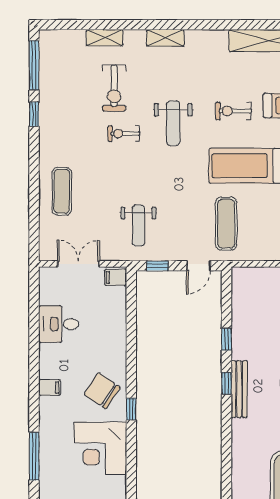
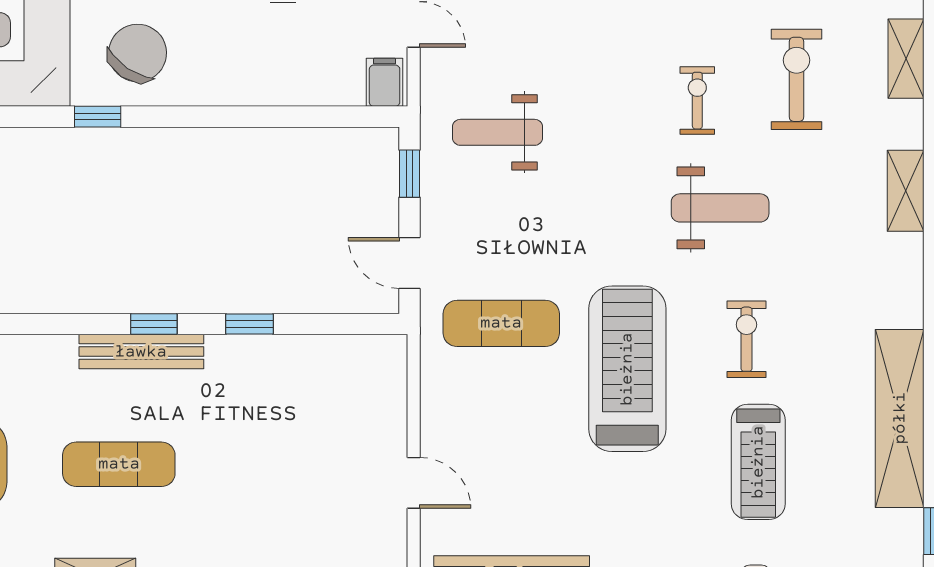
exercise bike: (114, 88) -> (796, 79), turned 90
weight bench: (173, 123) -> (720, 208), turned 180

